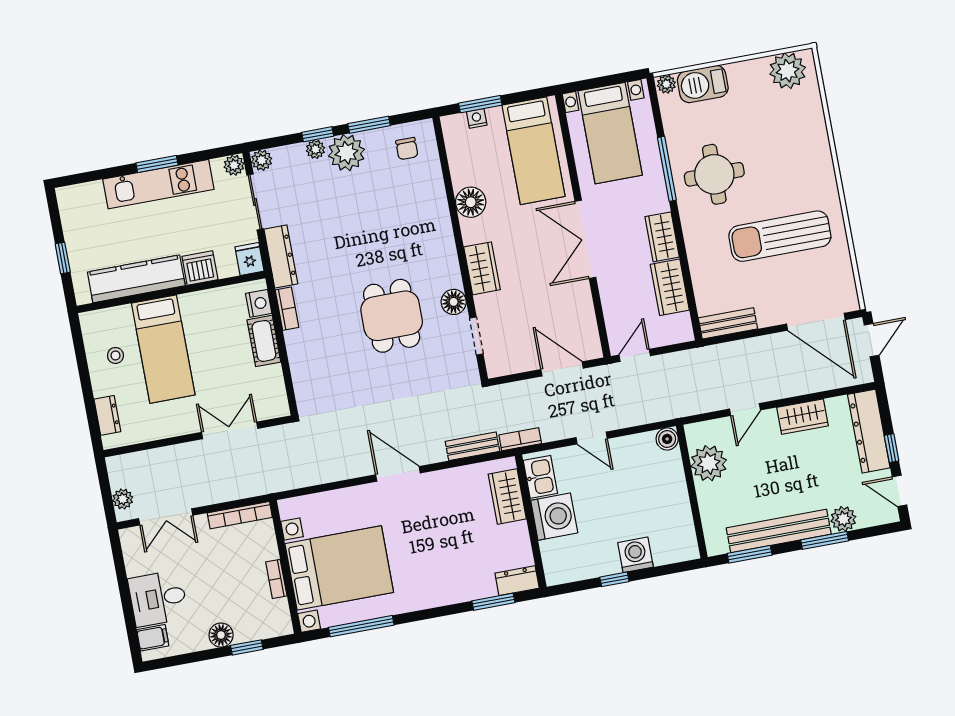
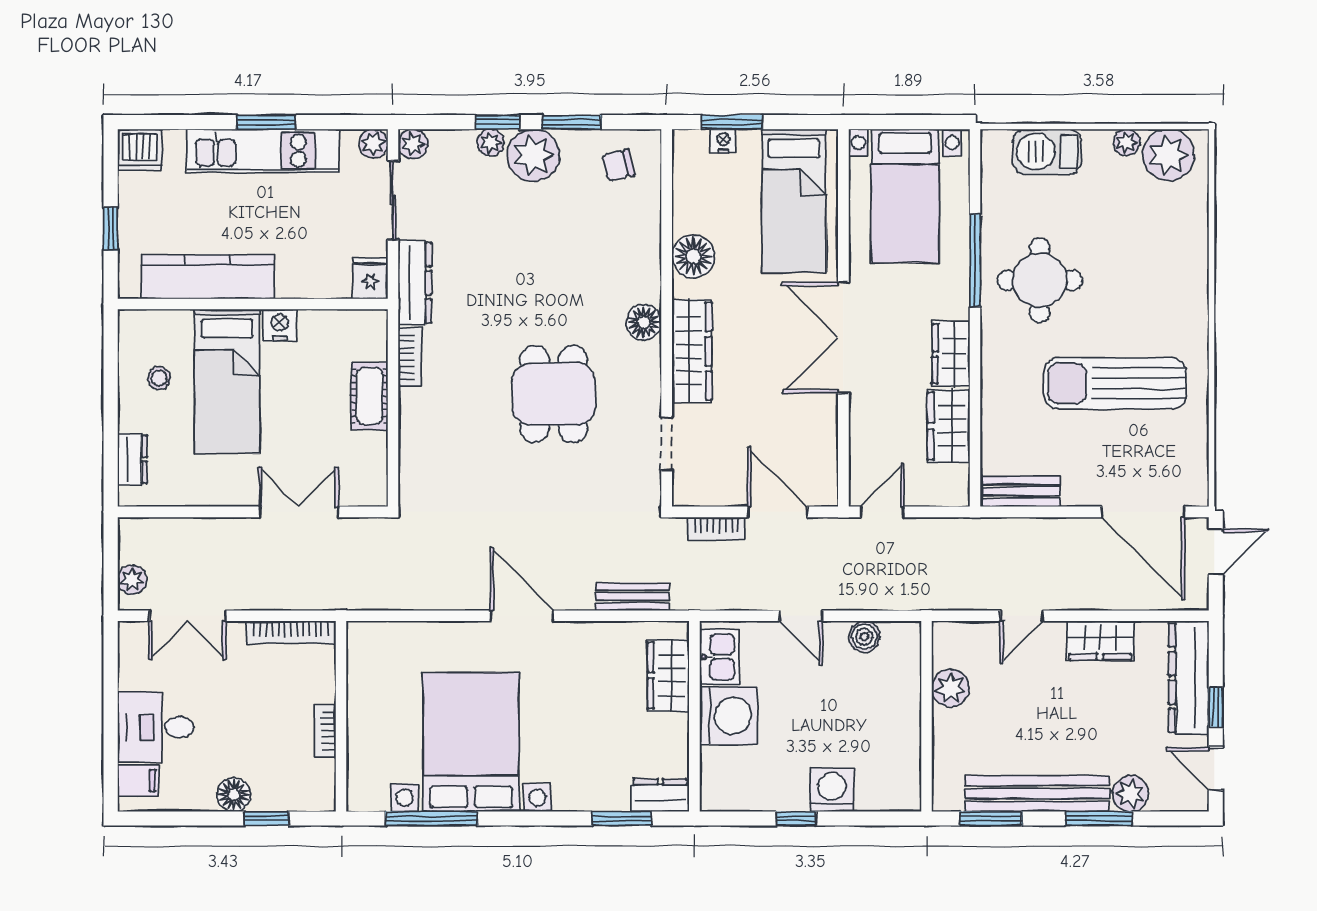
plant: (666, 84) -> (1127, 142), moved
chair: (407, 149) -> (618, 165), turned 77
dishwasher: (200, 268) -> (140, 150), moved, turned 180
wardrobe: (482, 268) -> (692, 351), width x1.50
floor lamp: (454, 302) -> (644, 322), moved
nightstand: (259, 303) -> (280, 325), moved, turned -90
bookcase: (520, 439) -> (716, 529), moved, turned 180
boiler: (667, 439) -> (864, 637), moved
plant: (709, 463) -> (951, 688), width x0.73, depth x0.73
bed with nightstands: (339, 568) -> (471, 742), moved, turned -90

